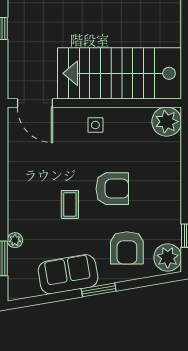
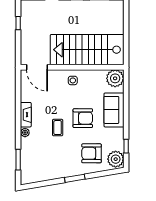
fireplace: (16, 183) -> (26, 115), added
plant: (15, 240) -> (25, 133), moved
armchair: (127, 248) -> (91, 153), turned 90
sofa: (68, 274) -> (114, 110), moved, turned -80

